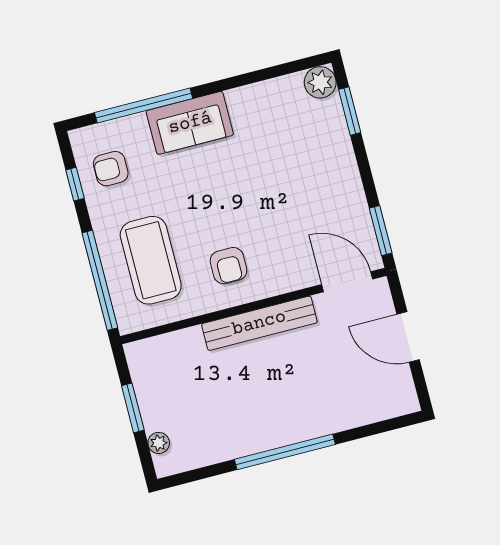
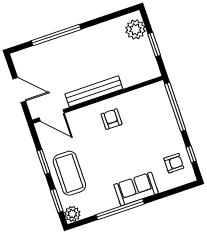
window: (144, 105) -> (120, 209), moved
window: (381, 231) -> (43, 162), moved
coffee table: (151, 260) -> (69, 173), moved
plant: (159, 443) -> (135, 29), width x1.88, depth x1.88
window: (285, 452) -> (56, 35), moved

